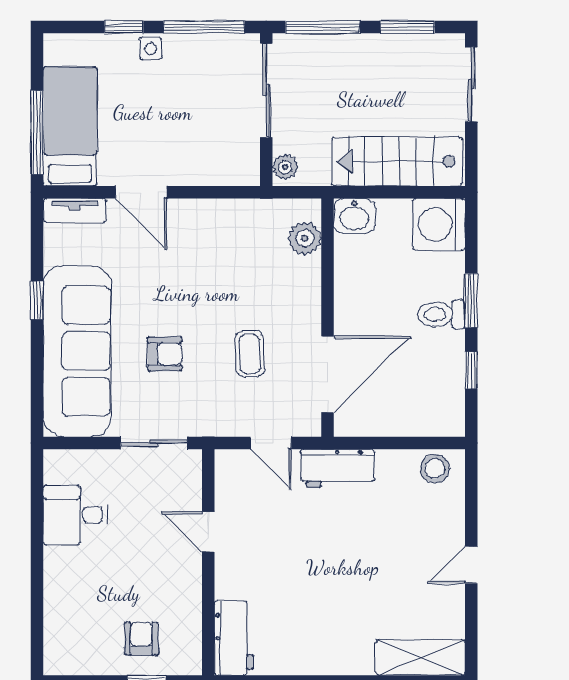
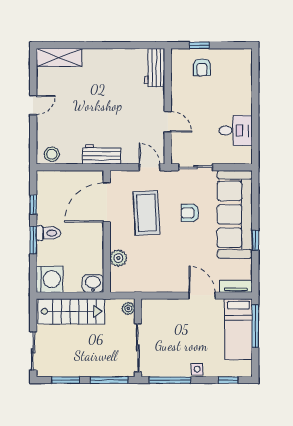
window: (124, 27) -> (228, 380), moved
plant: (305, 238) -> (118, 258), moved
coffee table: (250, 354) -> (146, 213), width x1.86, depth x1.72
door: (271, 443) -> (149, 167), moved

